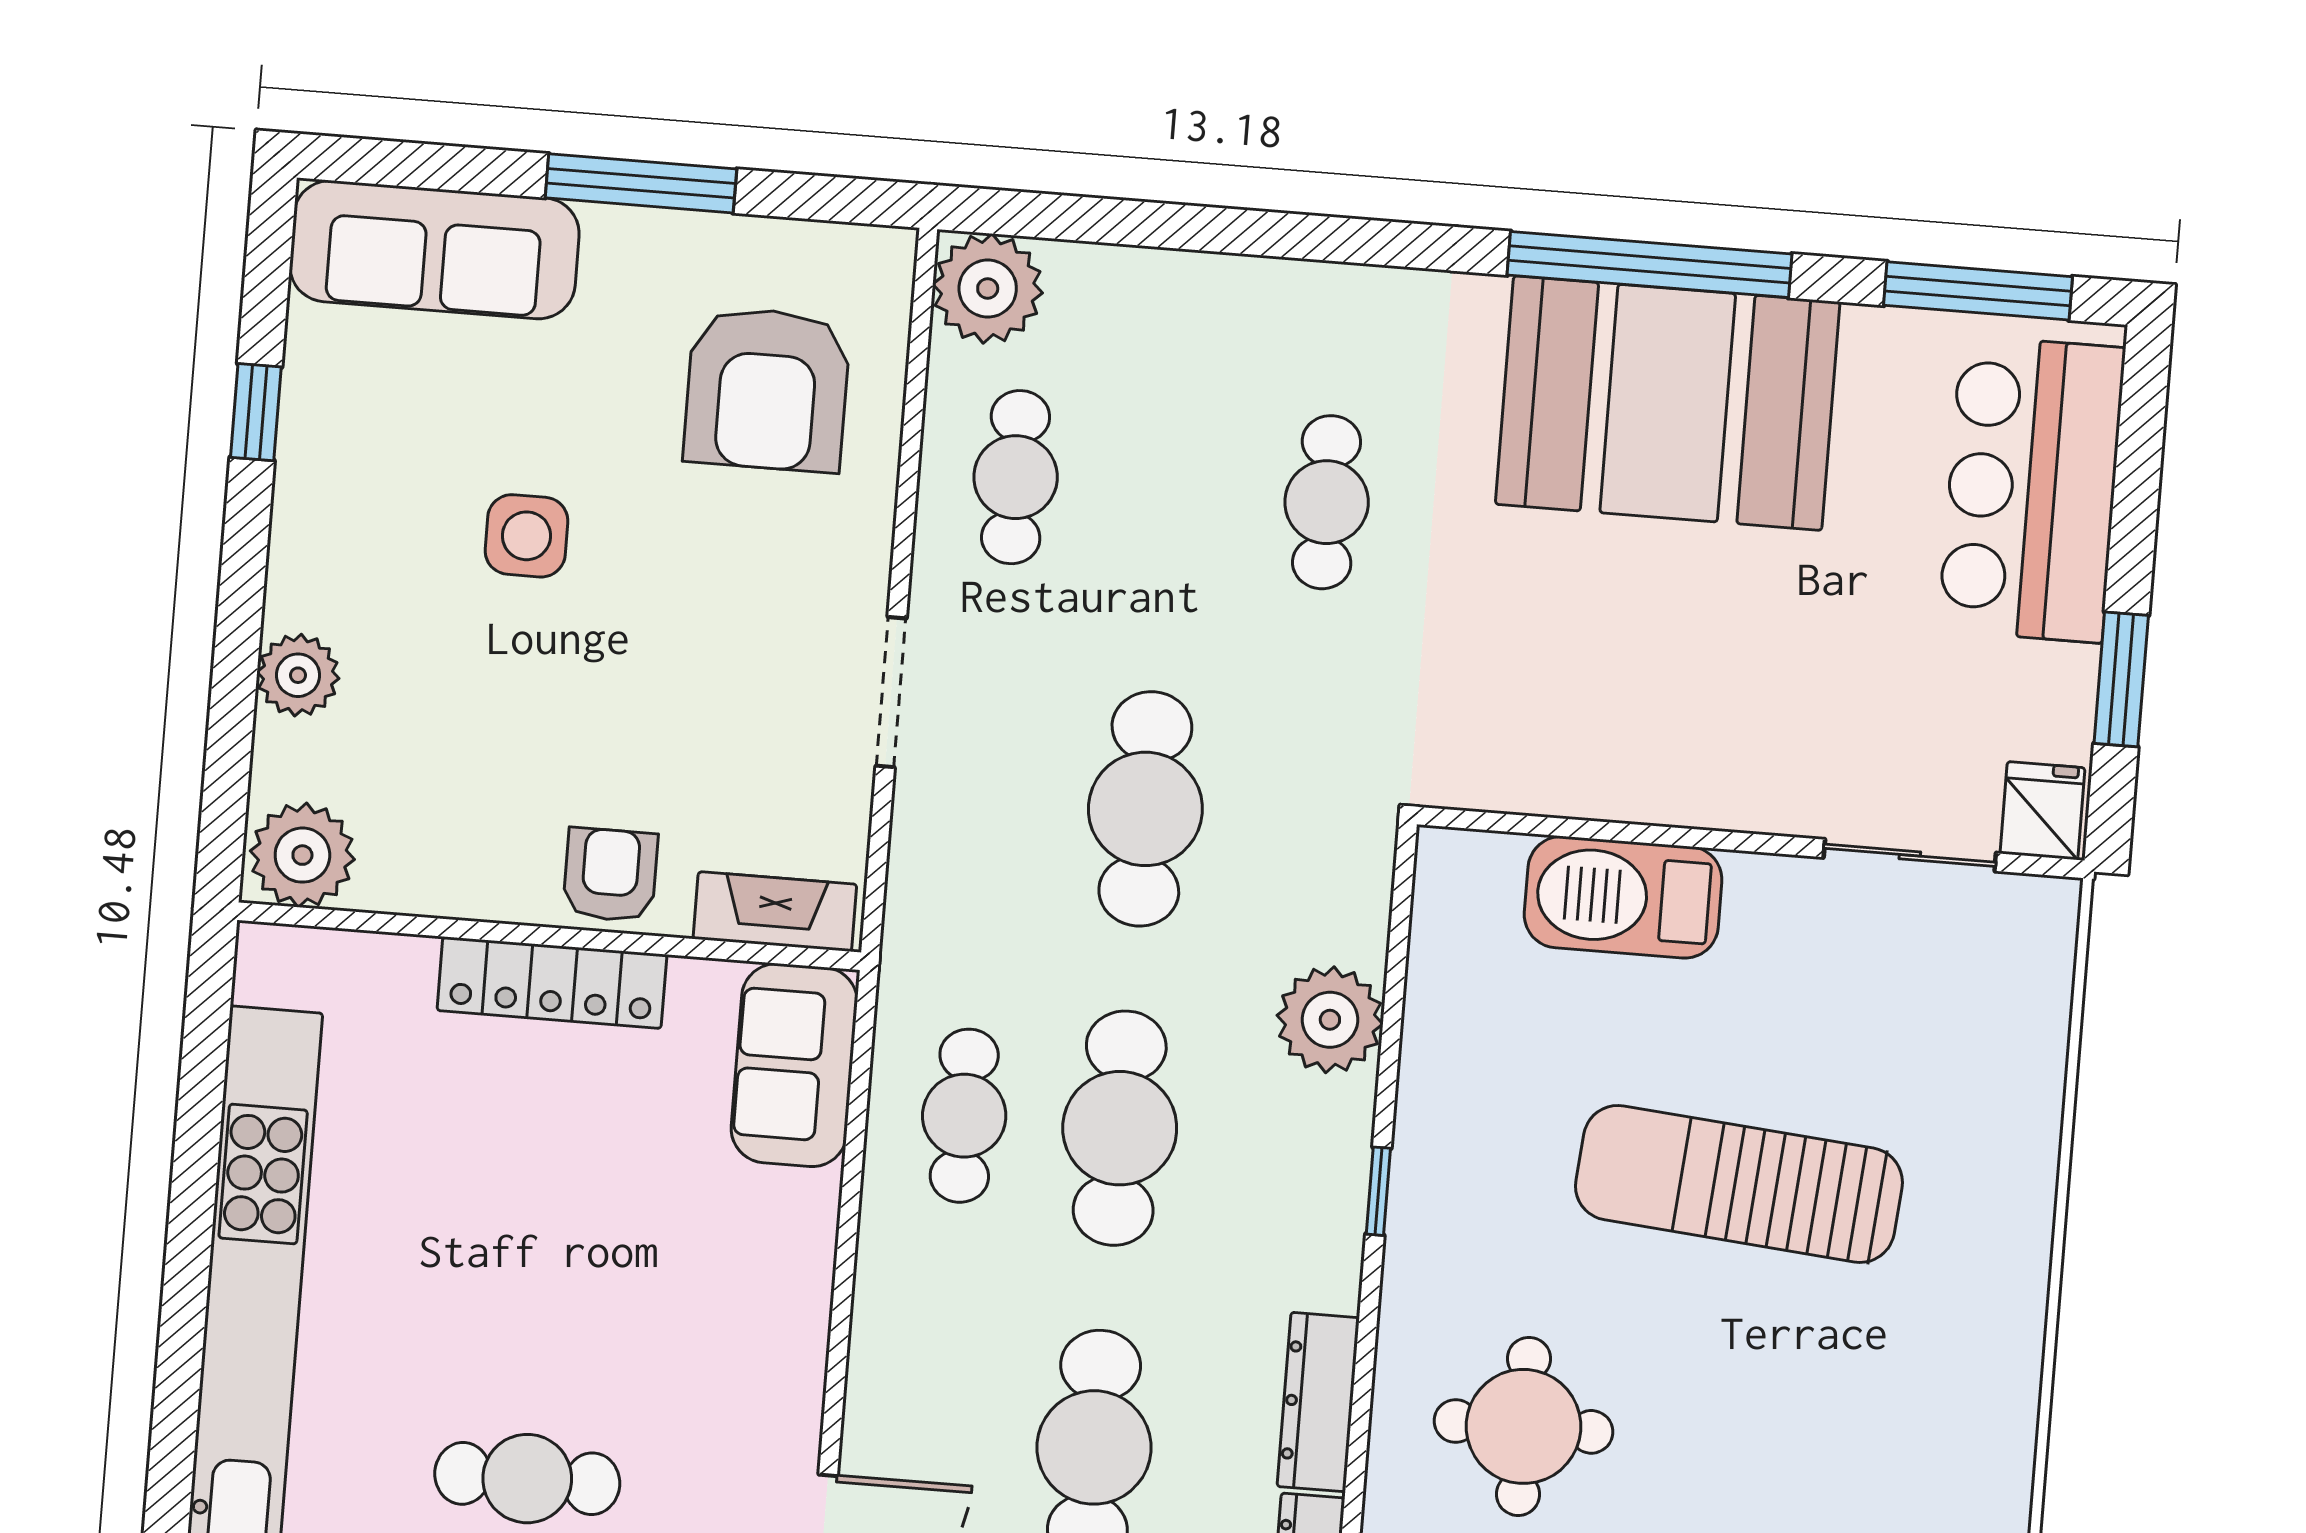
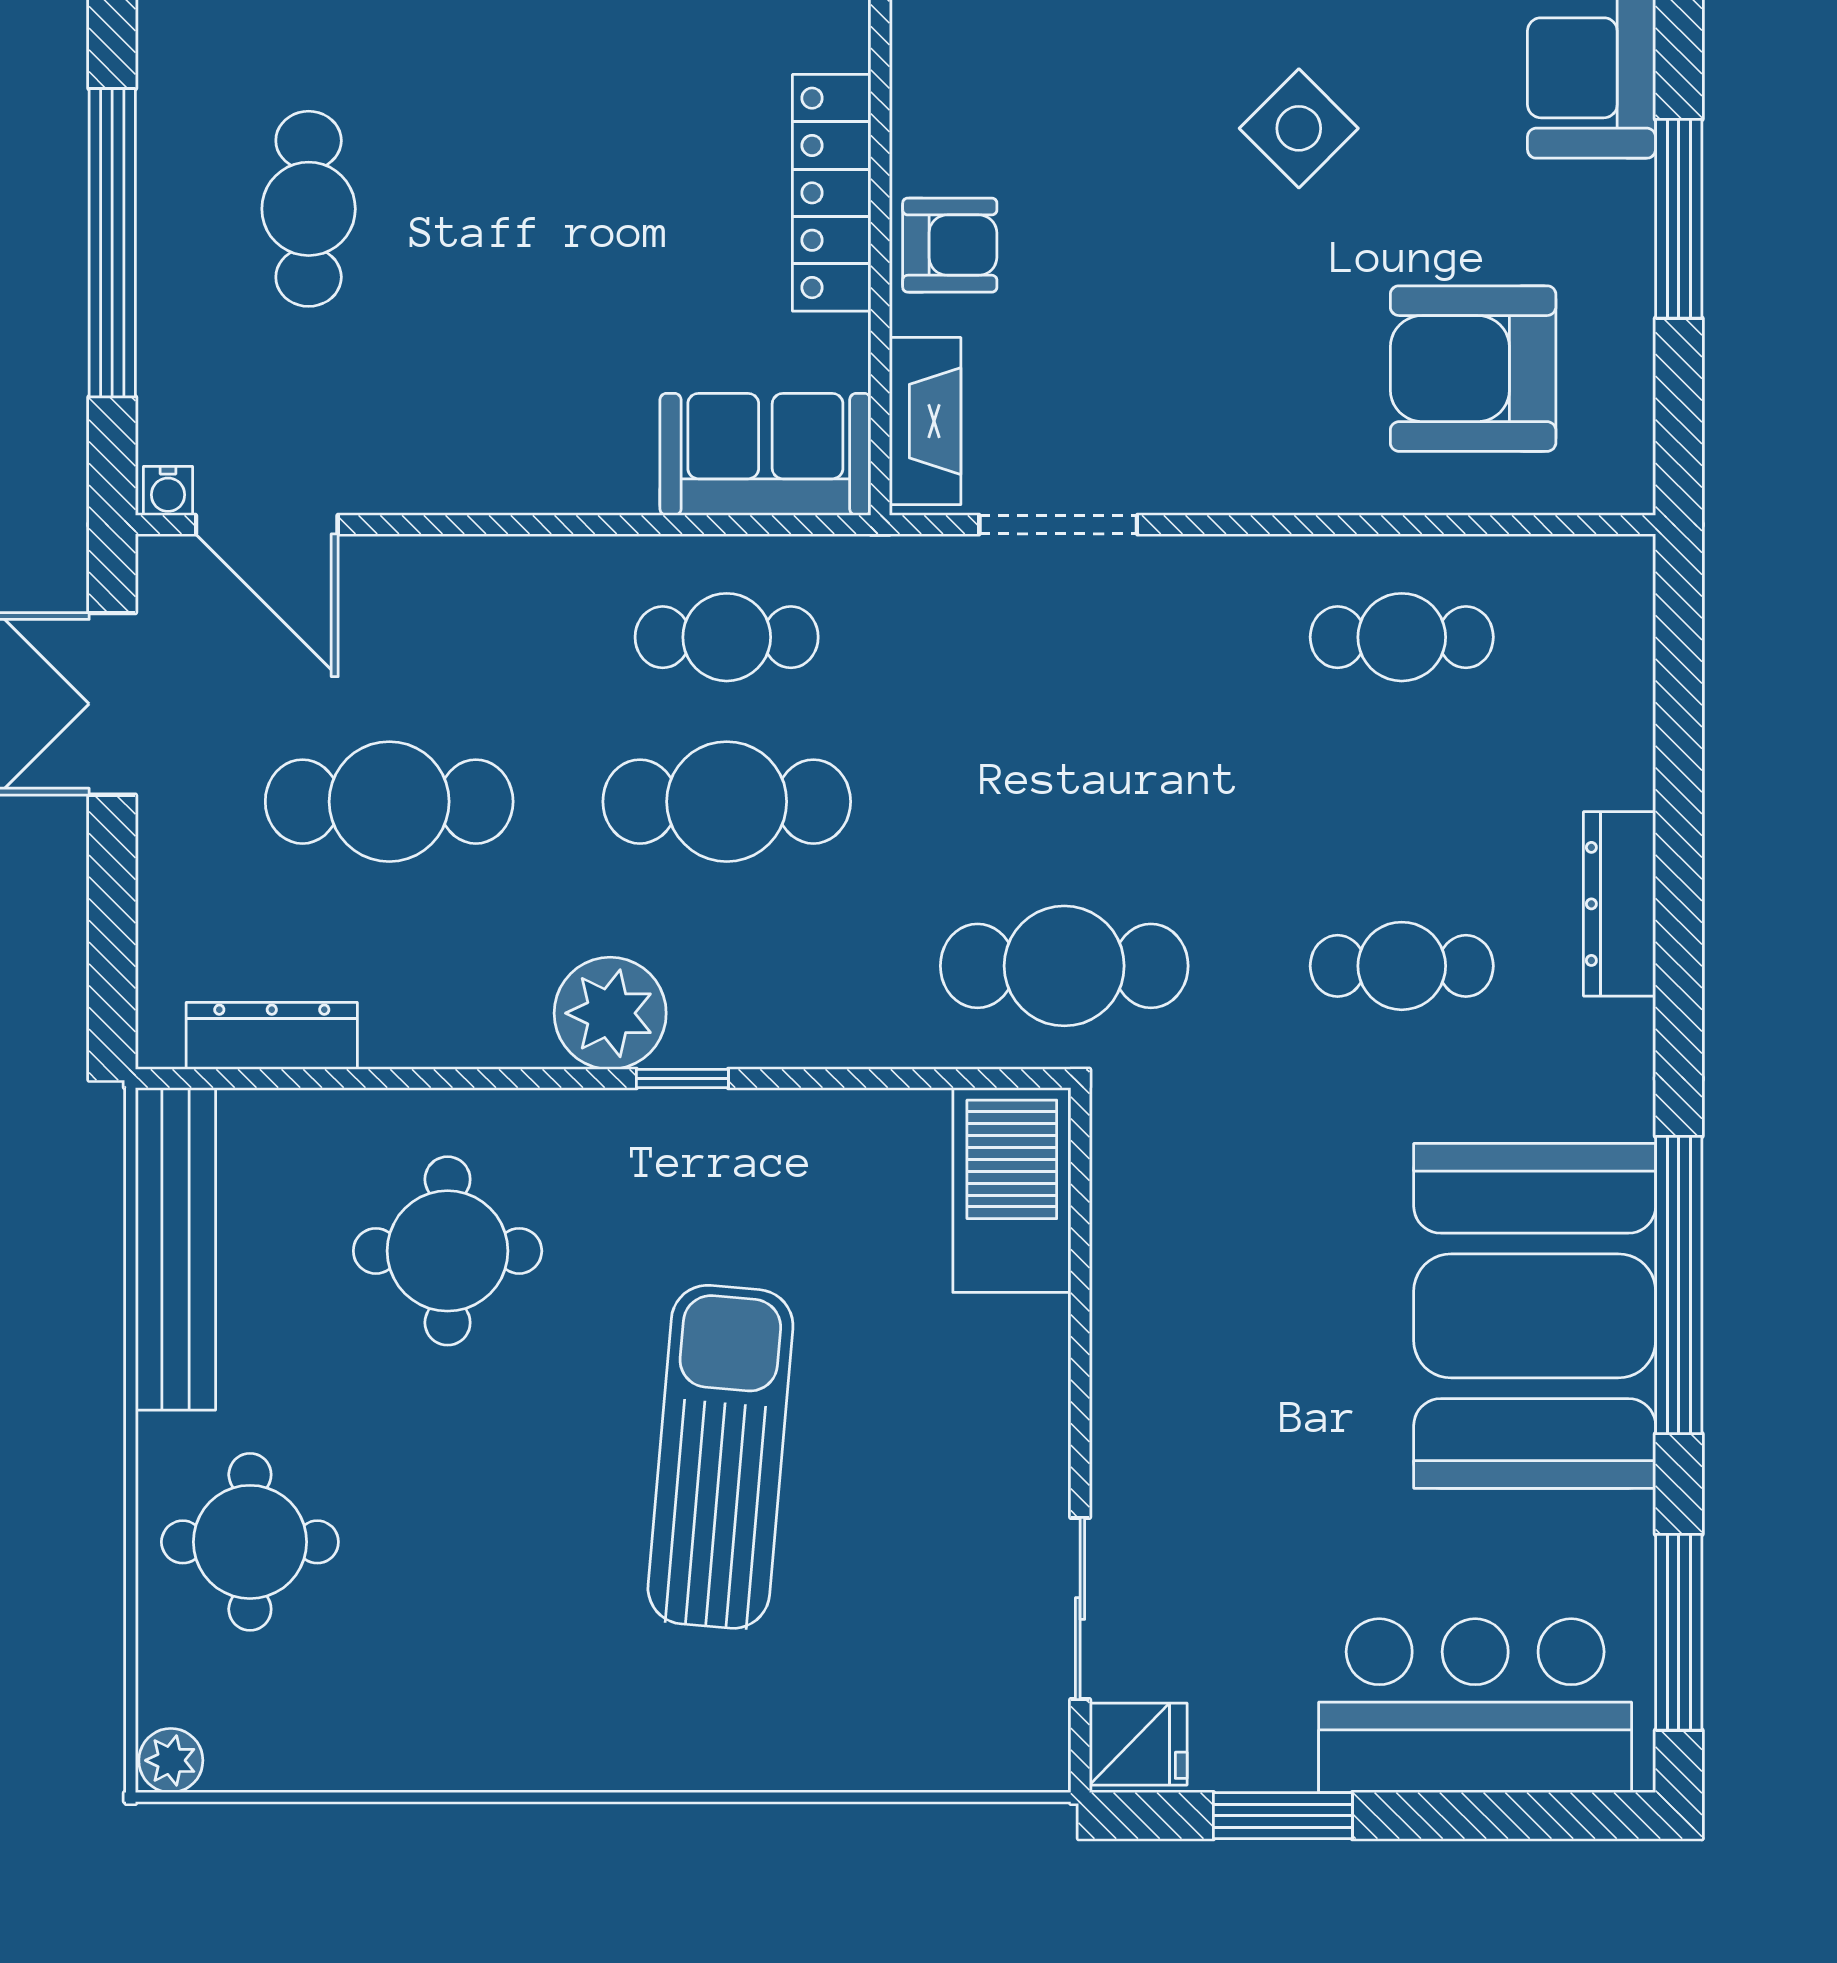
plant: (988, 289) -> (1598, 592), removed
side table: (526, 536) -> (1299, 128), turned 45
doorway: (891, 692) -> (1058, 525), moved
cafe table: (1145, 809) -> (1064, 966), moved
barbecue: (1623, 897) -> (1012, 1190), moved
plant: (1330, 1020) -> (610, 1013), moved
dresser: (1318, 1402) -> (1620, 904), moved, turned -90

